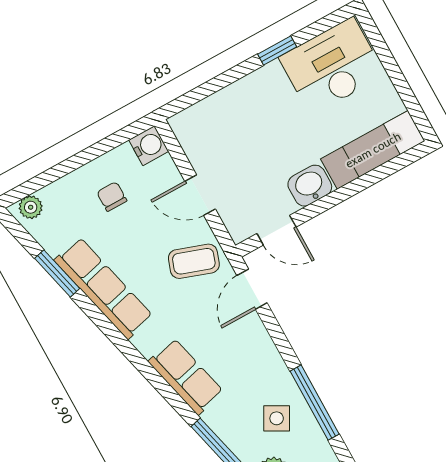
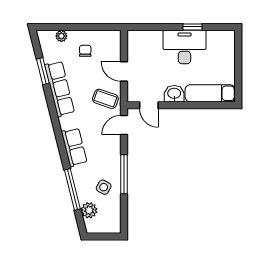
desk: (332, 66) -> (185, 47), moved
water cooler: (149, 146) -> (114, 38), removed
plant: (31, 207) -> (61, 36), moved
window: (315, 403) -> (124, 174), moved

